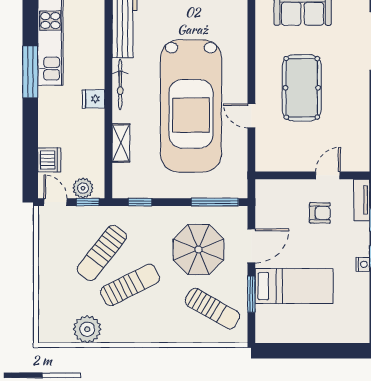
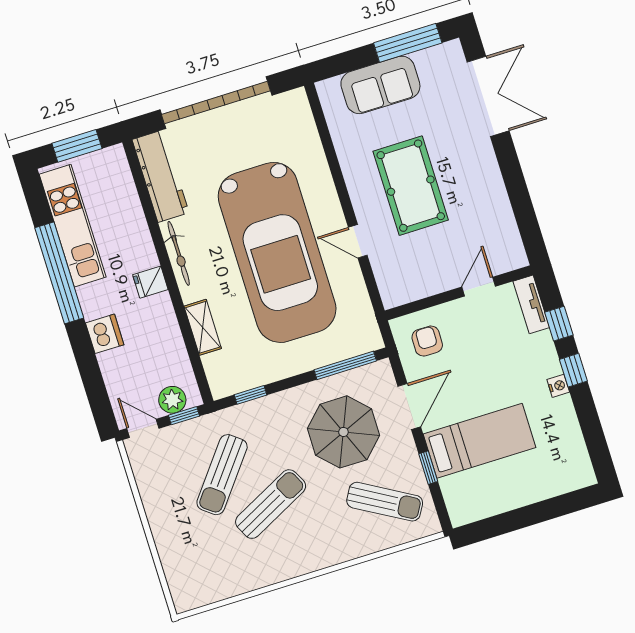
window: (30, 72) -> (59, 273), width x1.46
dishwasher: (49, 160) -> (105, 334), moved
armchair: (320, 213) -> (427, 341), moved, turned -89
window: (251, 294) -> (428, 468), width x0.67
plant: (87, 329) -> (234, 577), removed

